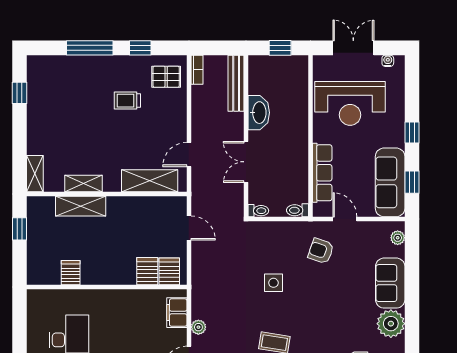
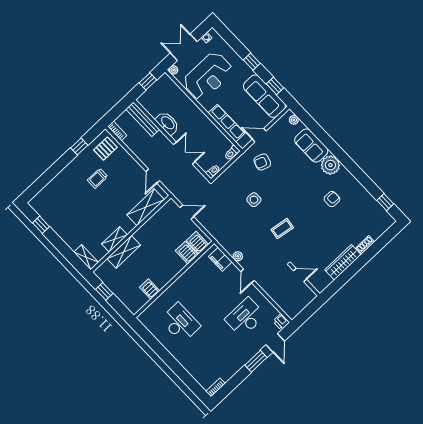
window: (90, 48) -> (54, 170), removed
plant: (319, 62) -> (173, 70), added
double door: (246, 162) -> (184, 153), swing flipped

